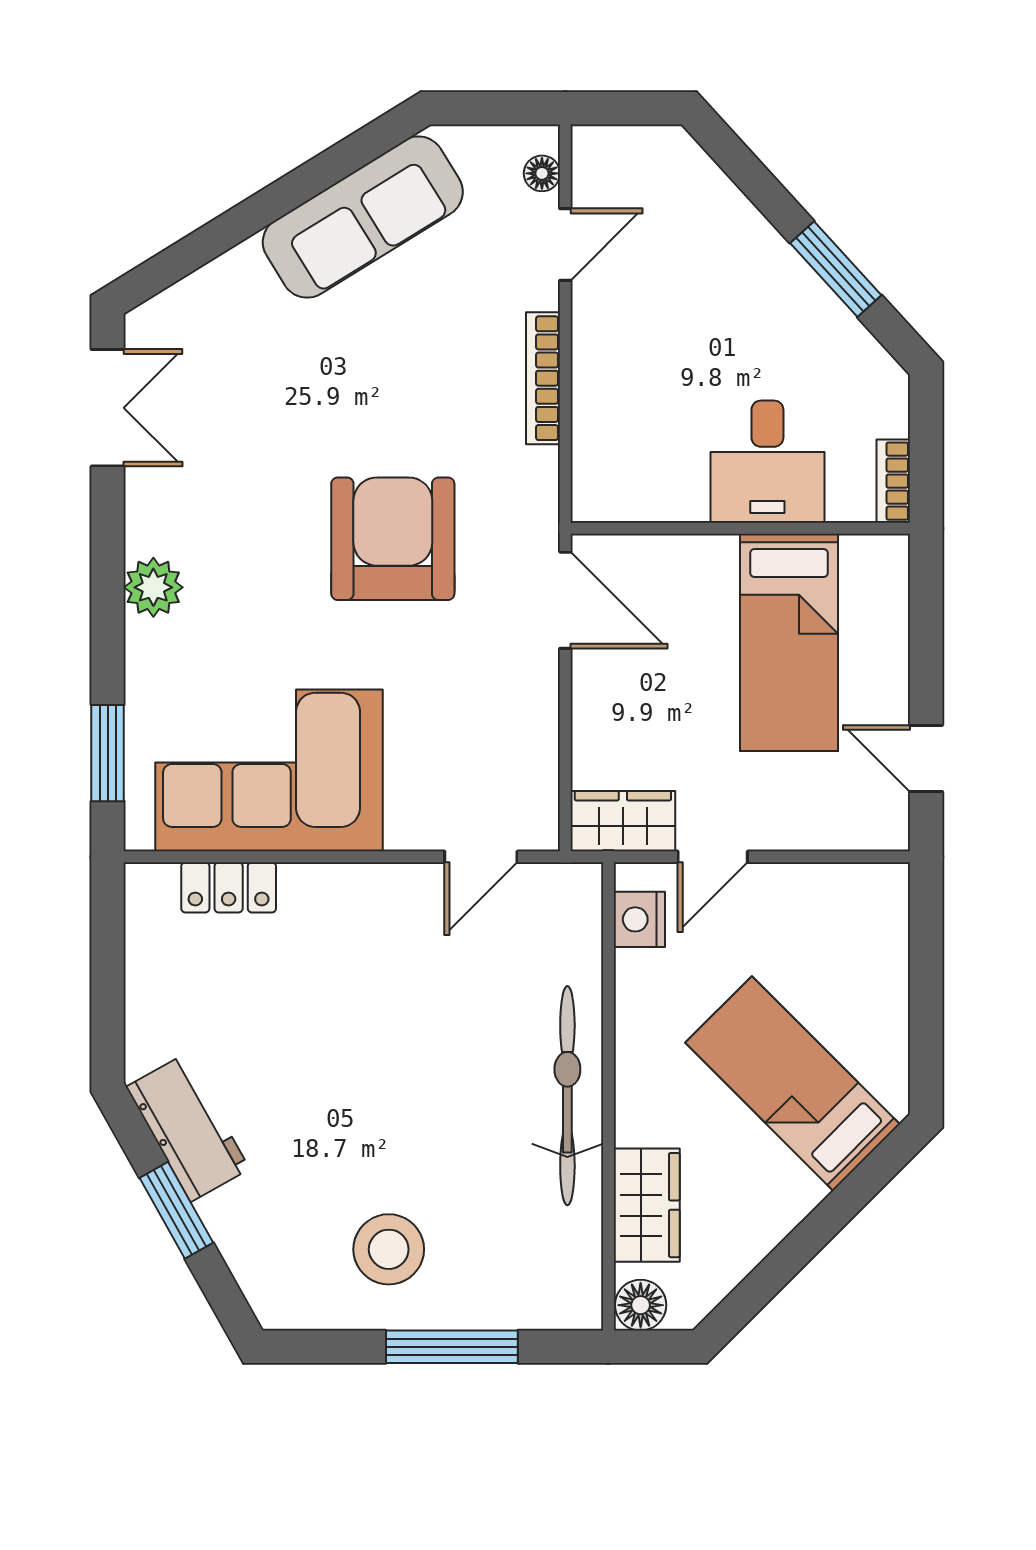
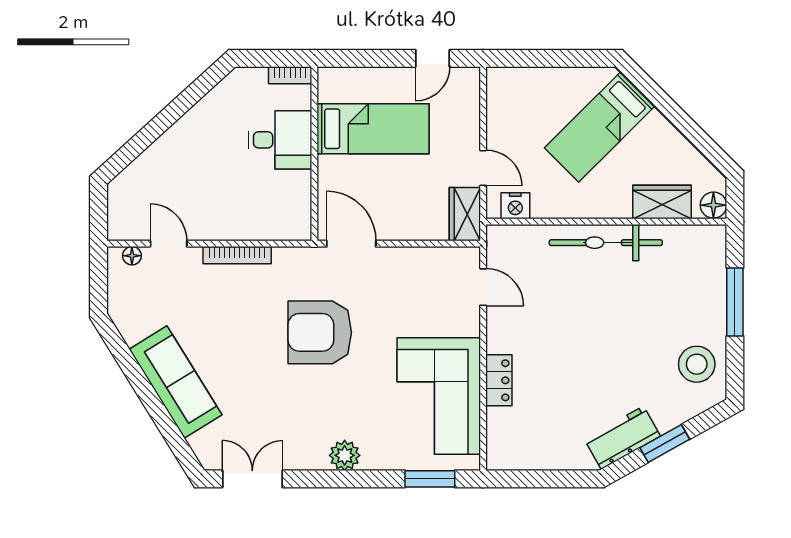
sofa: (363, 217) -> (176, 382), moved
window: (836, 269) -> (181, 105), removed
door: (565, 600) -> (351, 244), hinge flipped
locker: (229, 887) -> (499, 380), moved
stool: (389, 1249) -> (697, 364), moved

